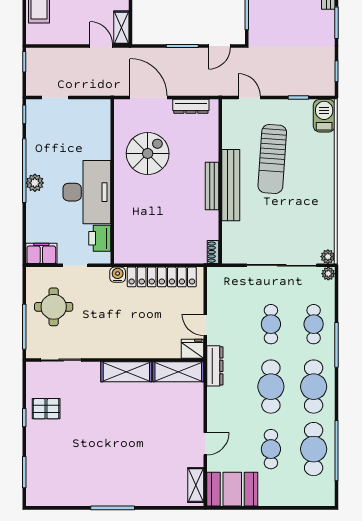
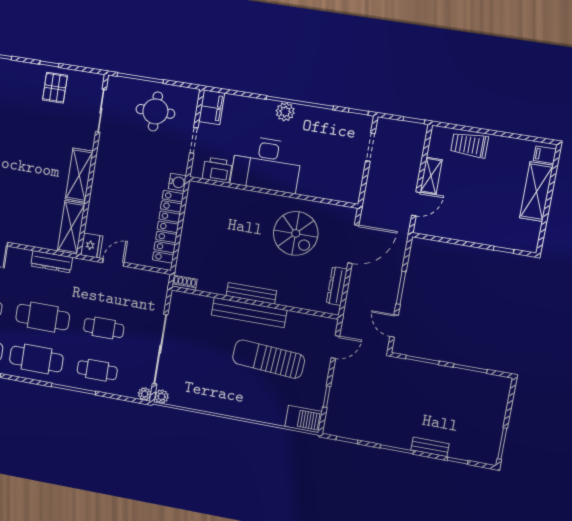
shelving: (121, 28) -> (431, 176), moved, turned 90
dresser: (215, 366) -> (52, 262), moved

